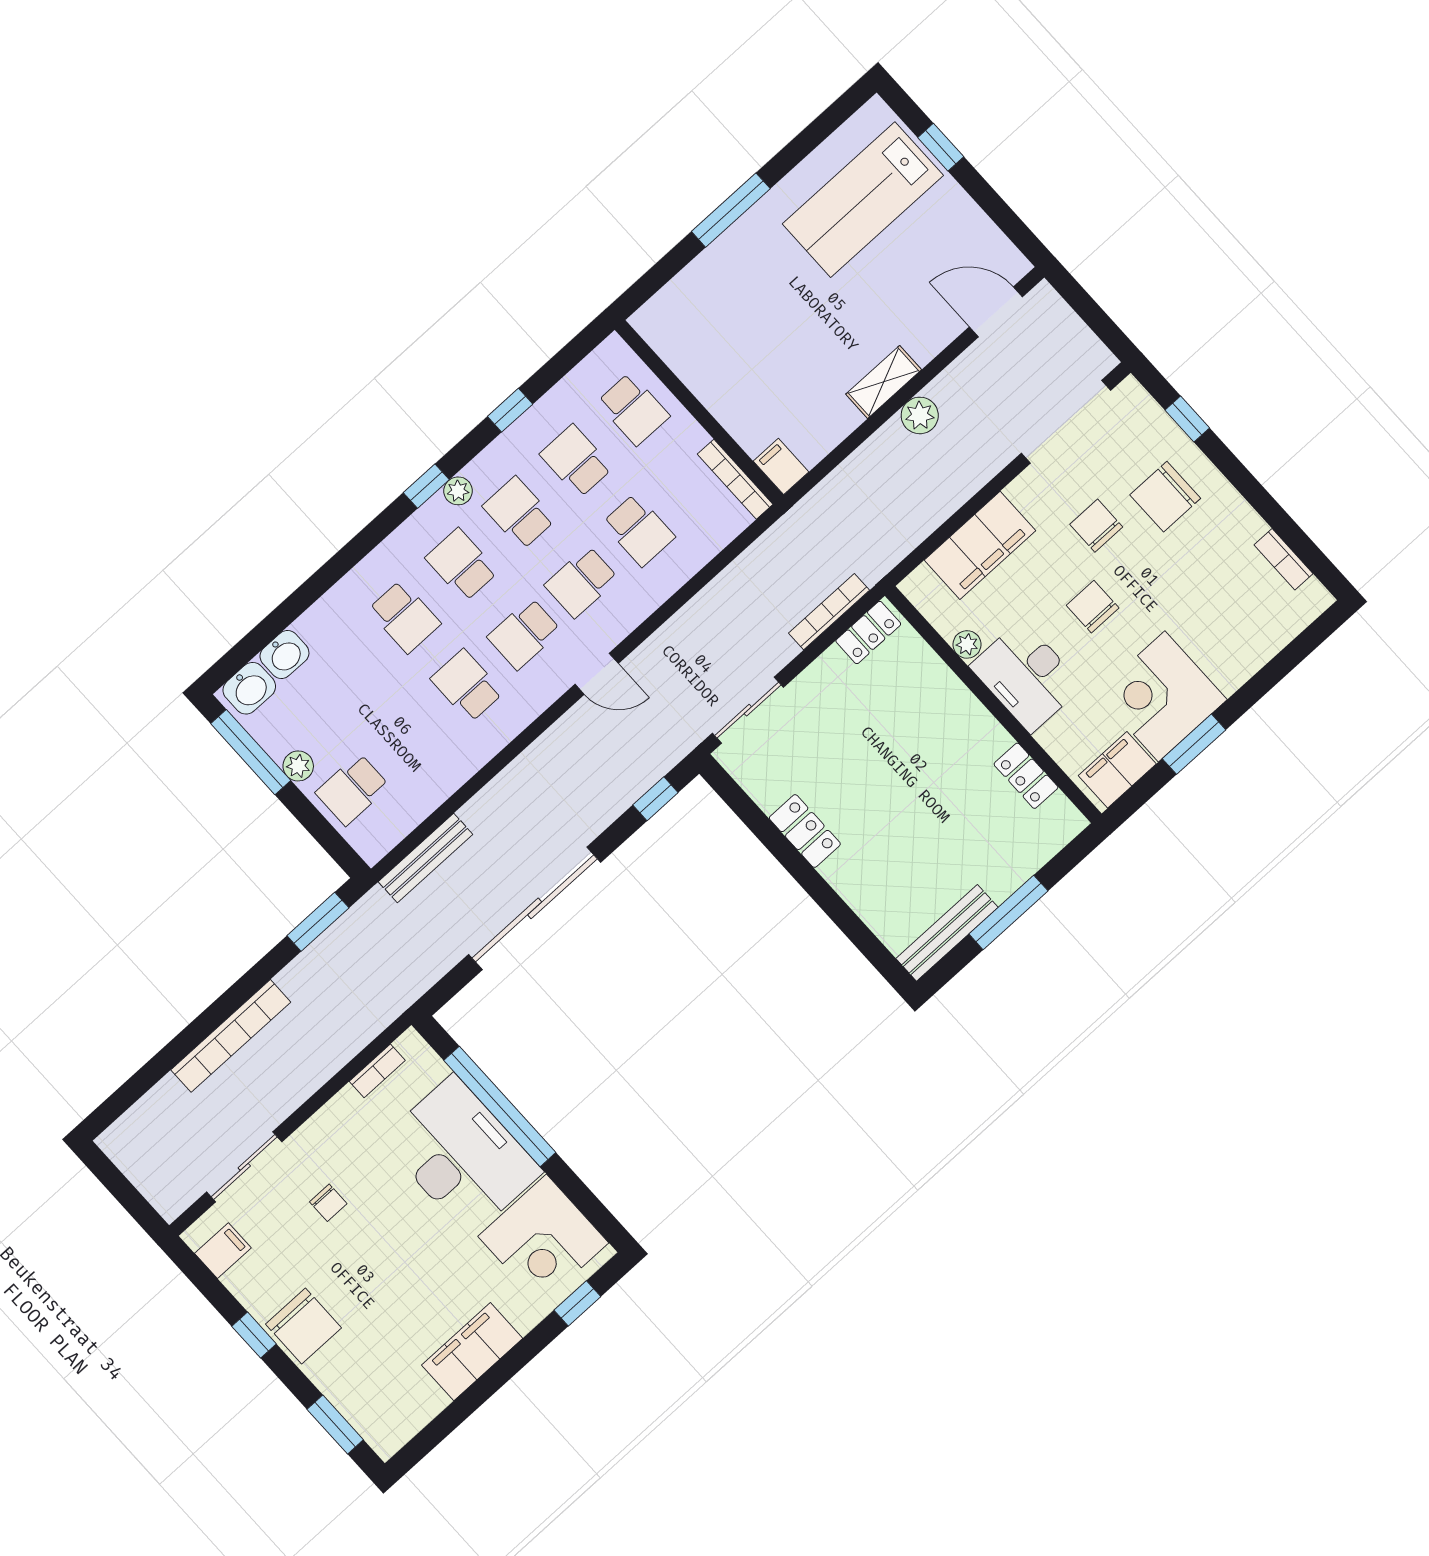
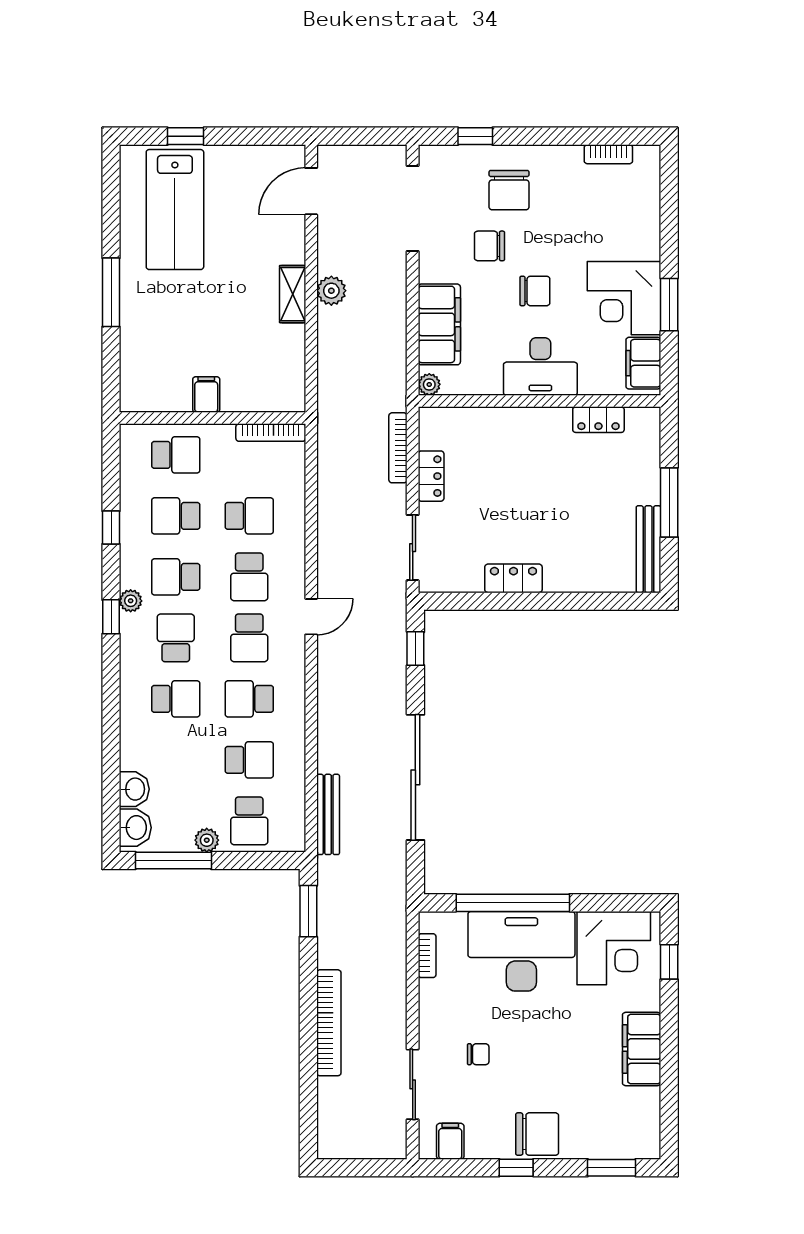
filing cabinet: (781, 466) -> (206, 394), moved, turned 90
school desk: (462, 565) -> (176, 638), turned 90
chair: (1093, 607) -> (535, 291), turned 180
locker: (868, 633) -> (431, 476), moved
plant: (967, 644) -> (429, 384), moved
school desk: (410, 738) -> (249, 760), added

